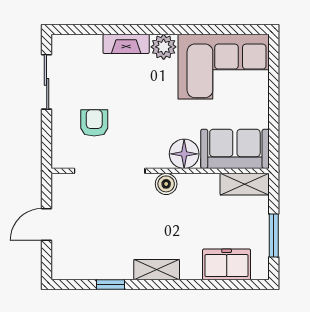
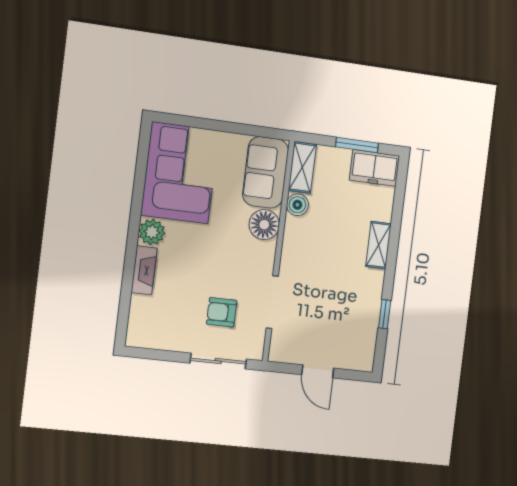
sliding door: (47, 82) -> (218, 361), moved
doorway: (110, 171) -> (272, 302), width x0.73
boiler: (166, 184) -> (297, 205), moved
freezer: (227, 264) -> (375, 168), moved, turned -90
shelving: (157, 270) -> (378, 245), moved

